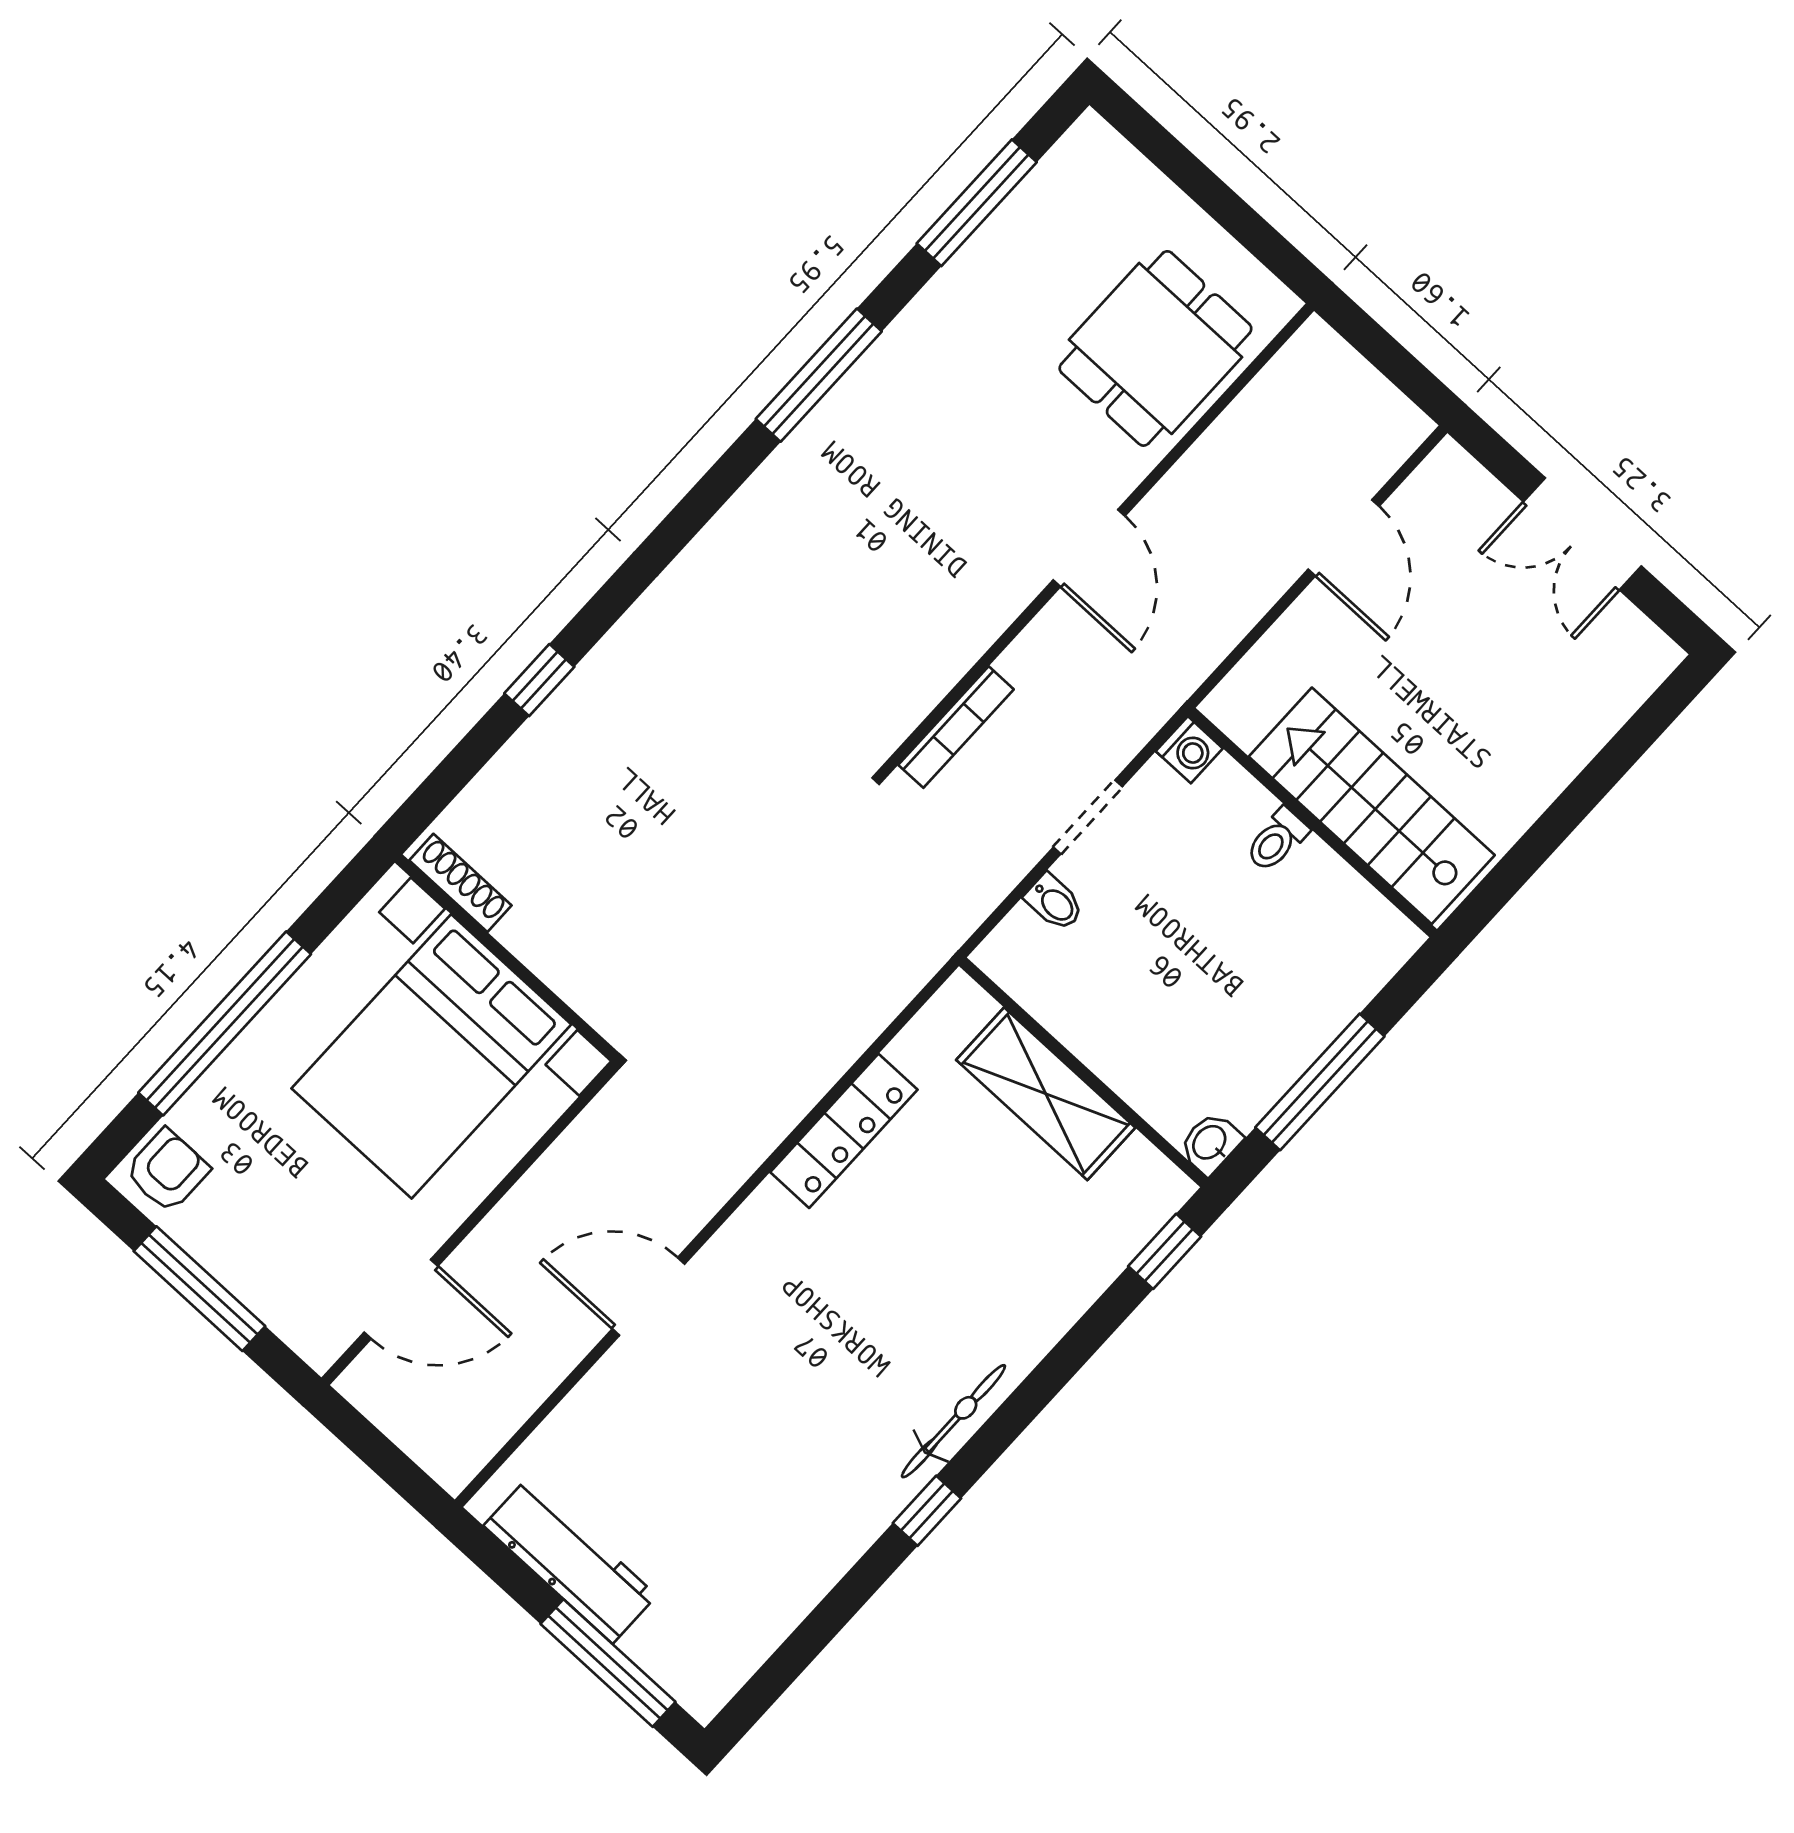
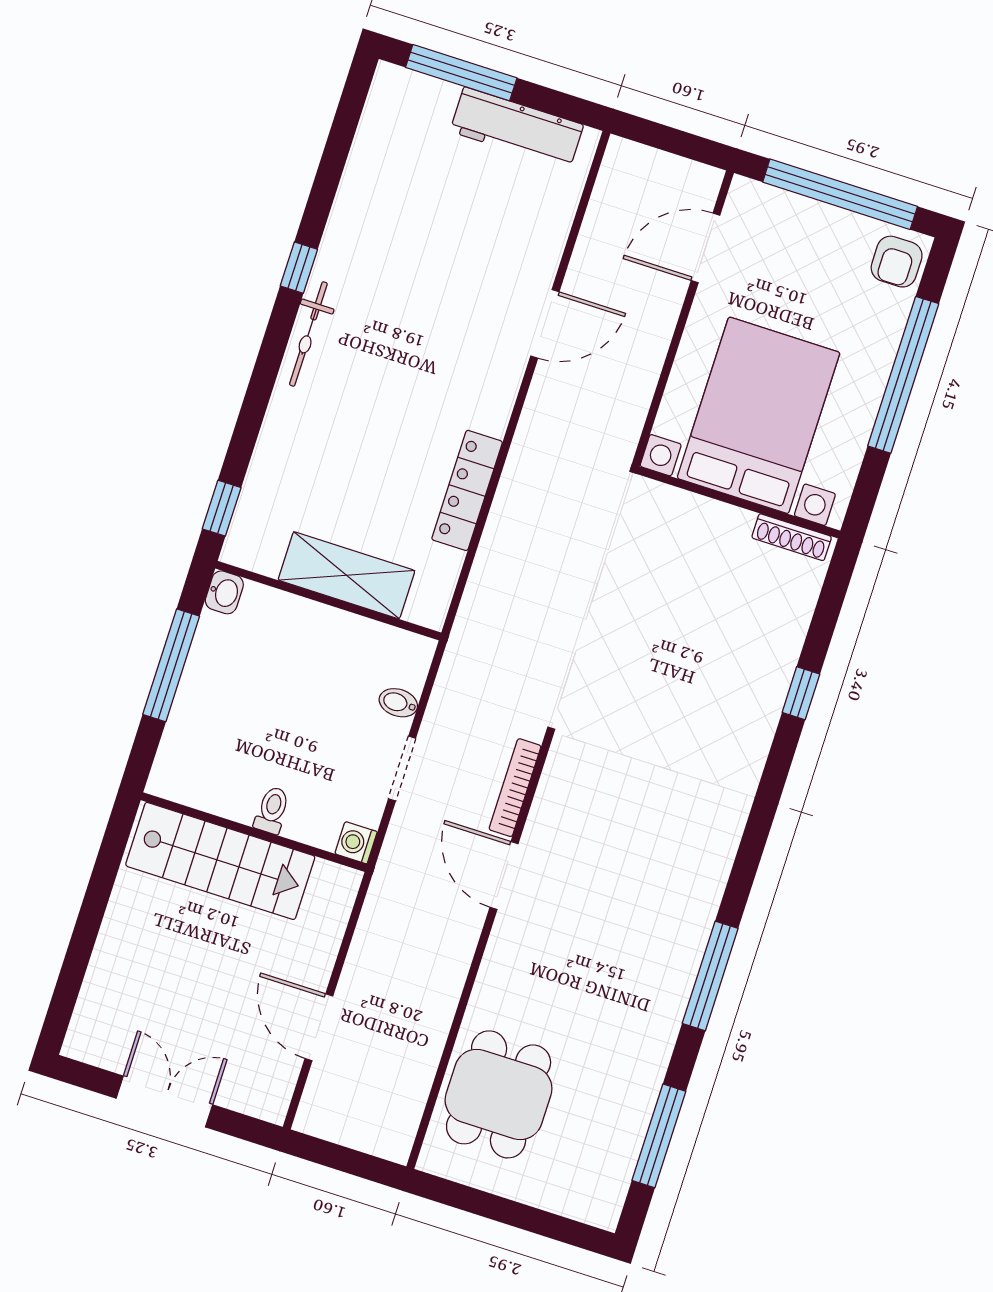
door: (1089, 548) -> (504, 876), moved
window: (199, 1289) -> (840, 194), width x1.46

